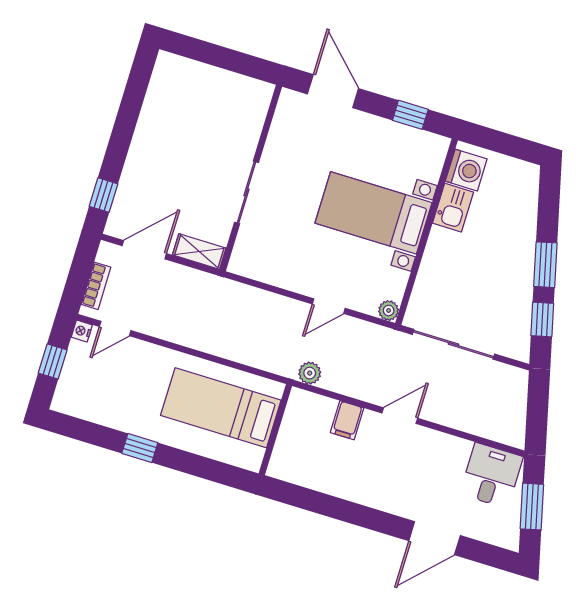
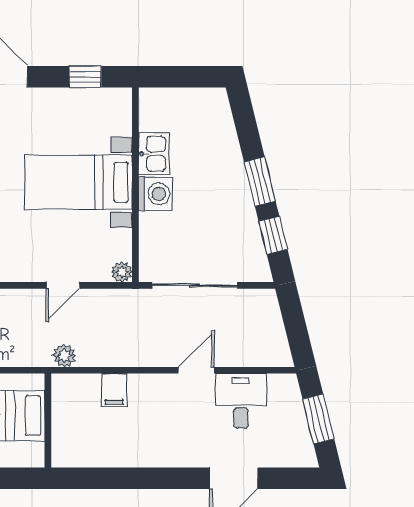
washing machine: (466, 170) -> (155, 194), moved
door: (400, 416) -> (196, 370), moved
desk: (491, 475) -> (241, 401), moved

